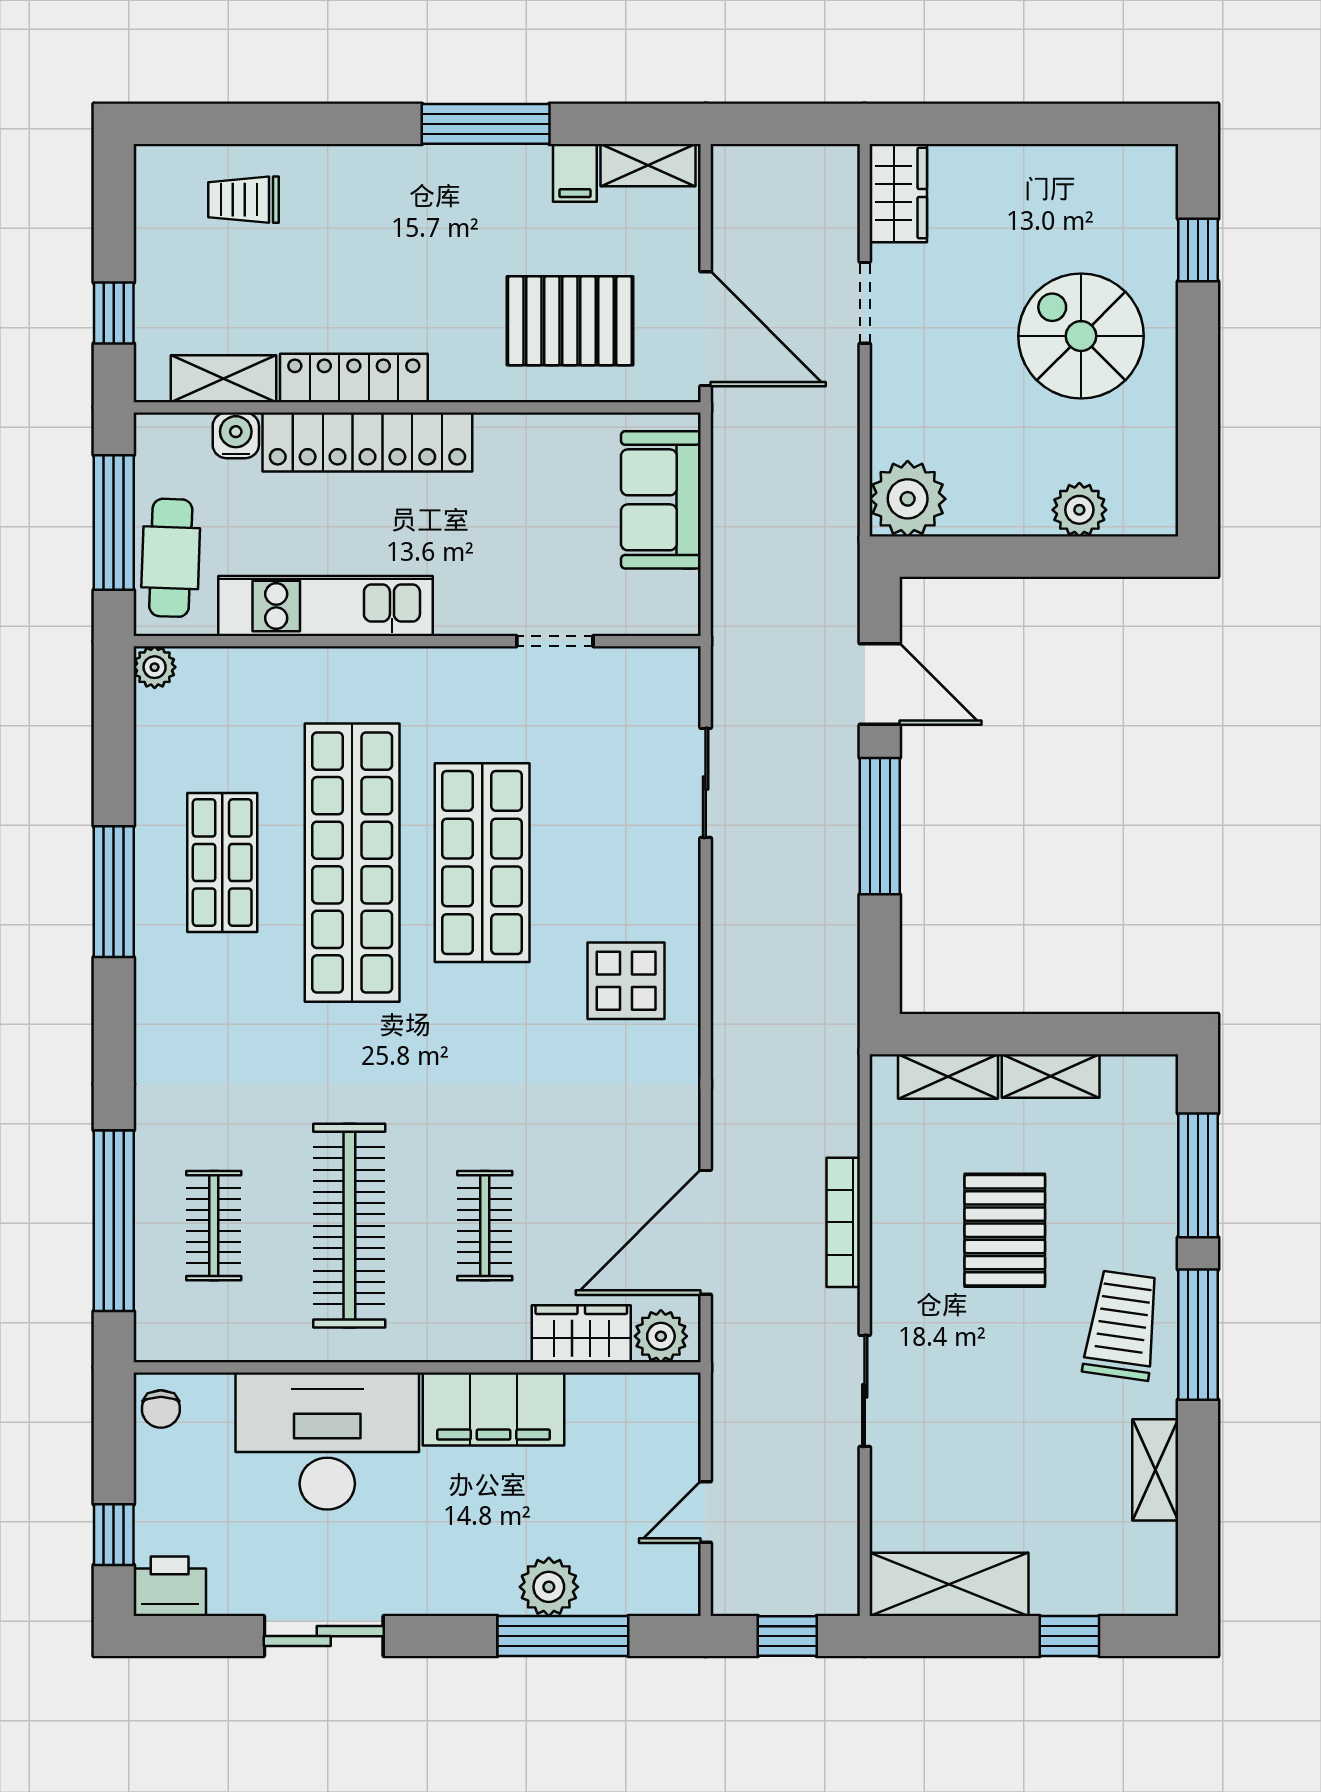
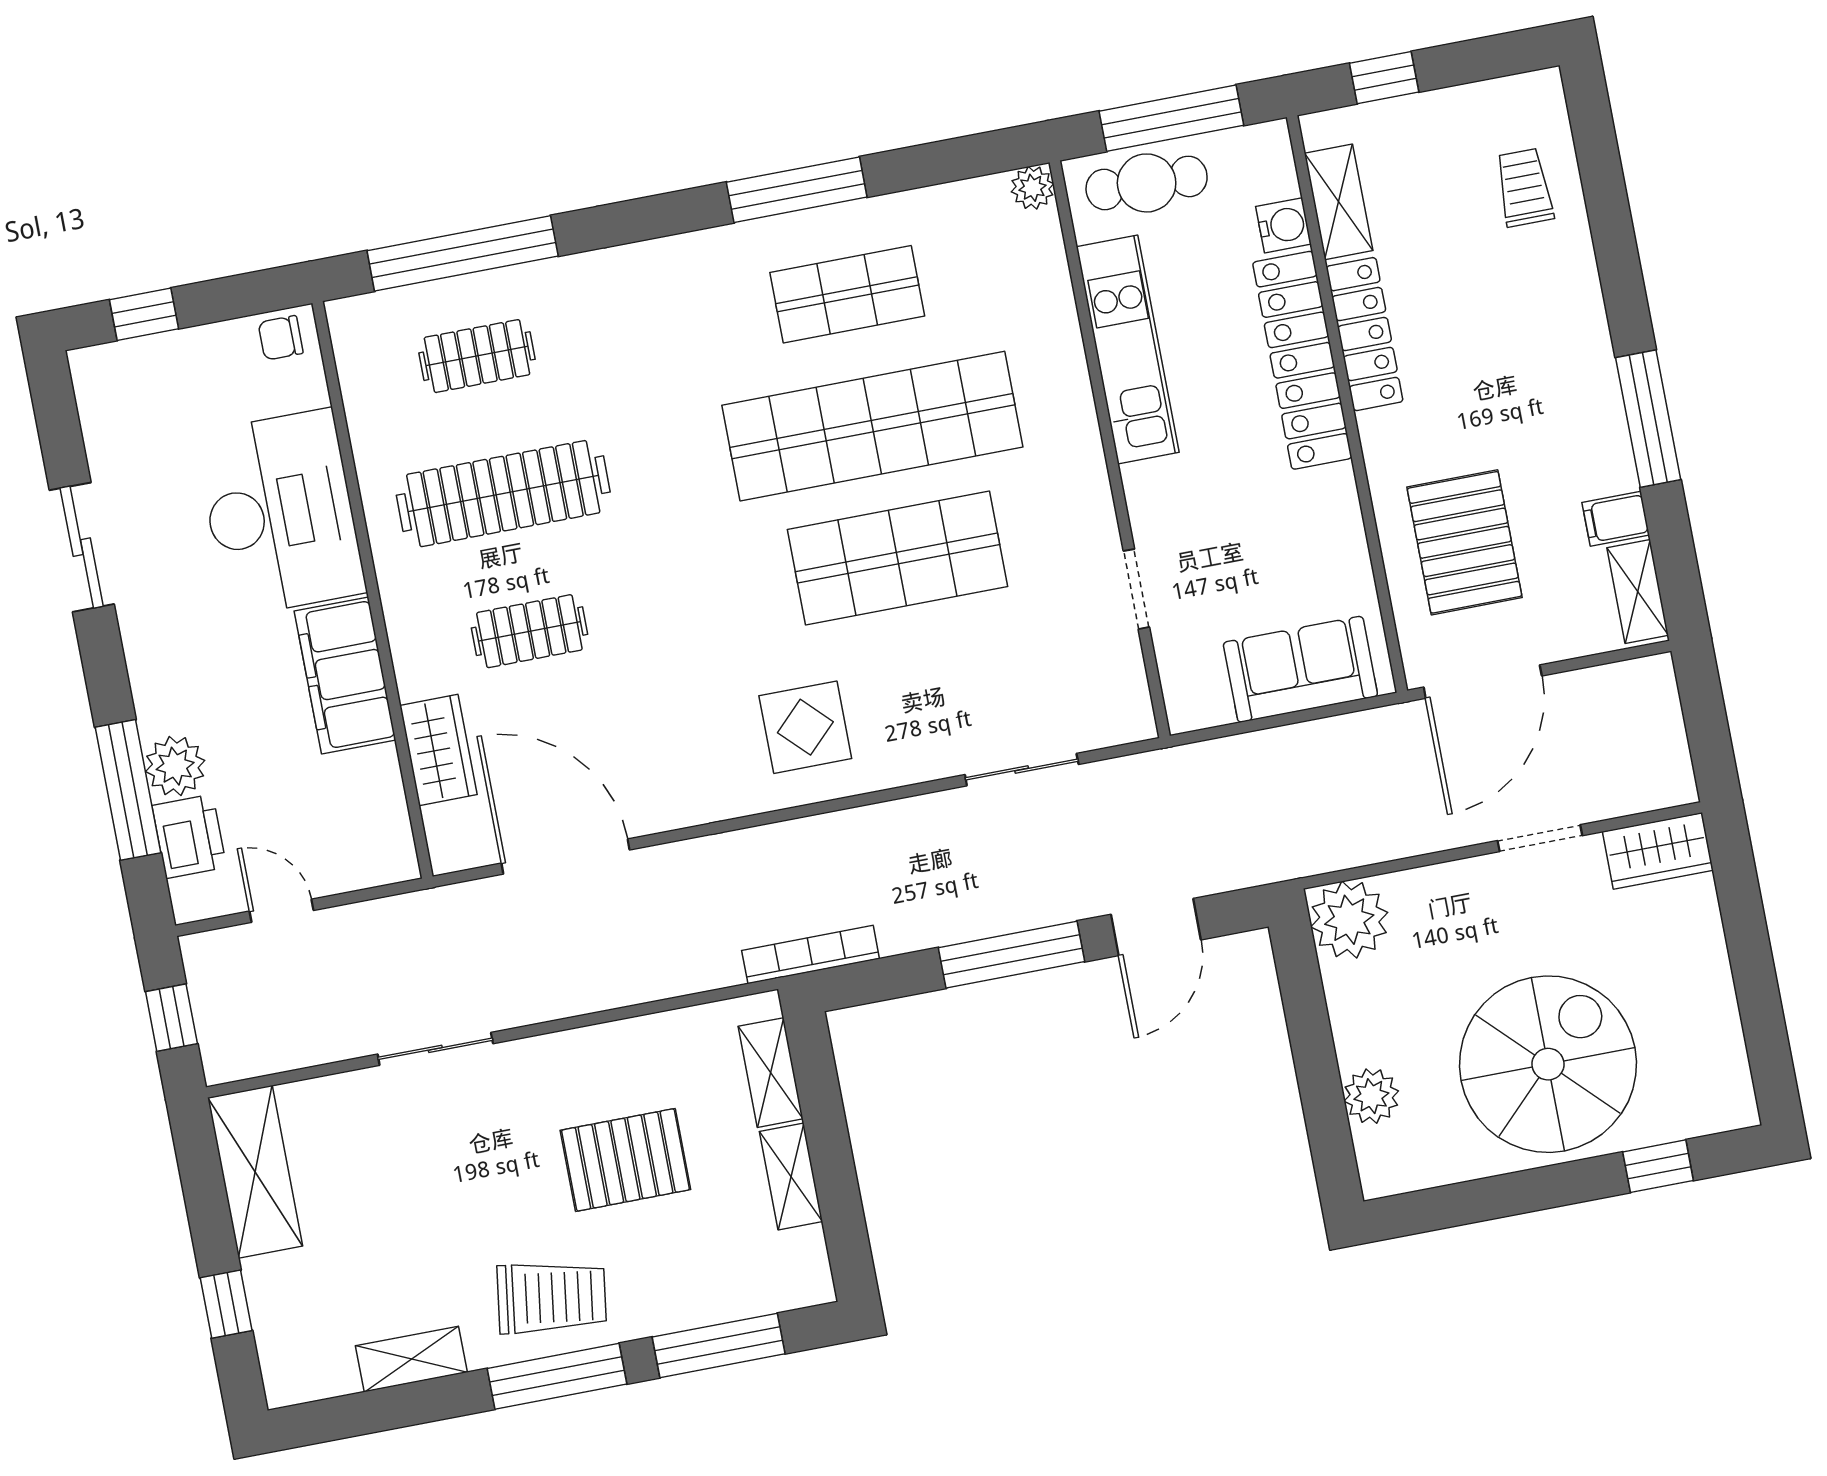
spiral stairs: (1081, 336) -> (1548, 1064), width x1.37, depth x1.37
bookcase: (843, 1222) -> (811, 955), moved
plant: (661, 1336) -> (451, 831), removed
printer: (170, 1586) -> (189, 836), moved

